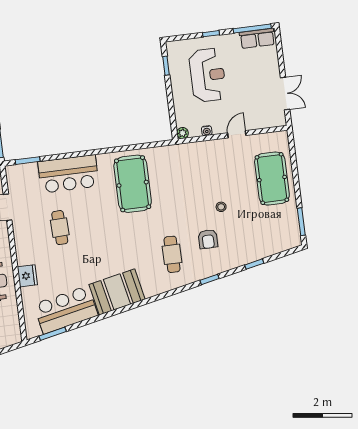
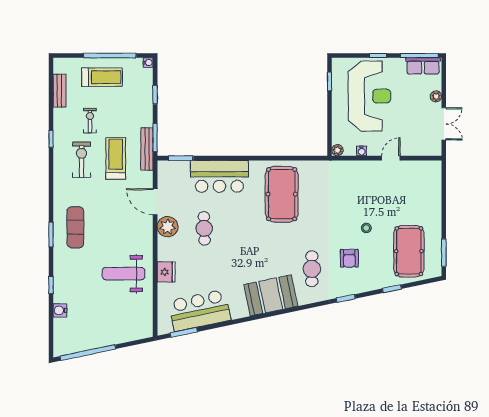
plant: (274, 67) -> (436, 96), added
reception desk: (208, 75) -> (369, 96), width x1.36, depth x1.30
pool table: (272, 179) -> (409, 251), moved
plant: (23, 231) -> (168, 227), added
booth: (117, 292) -> (271, 295), moved

